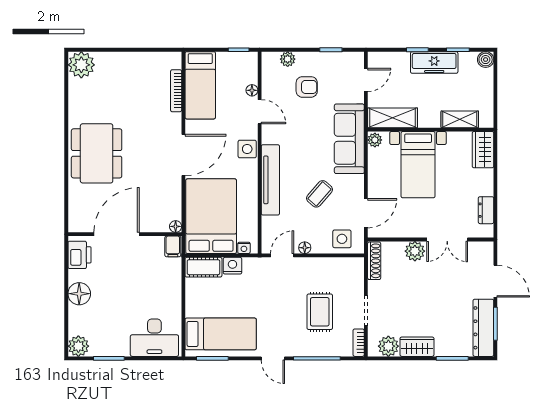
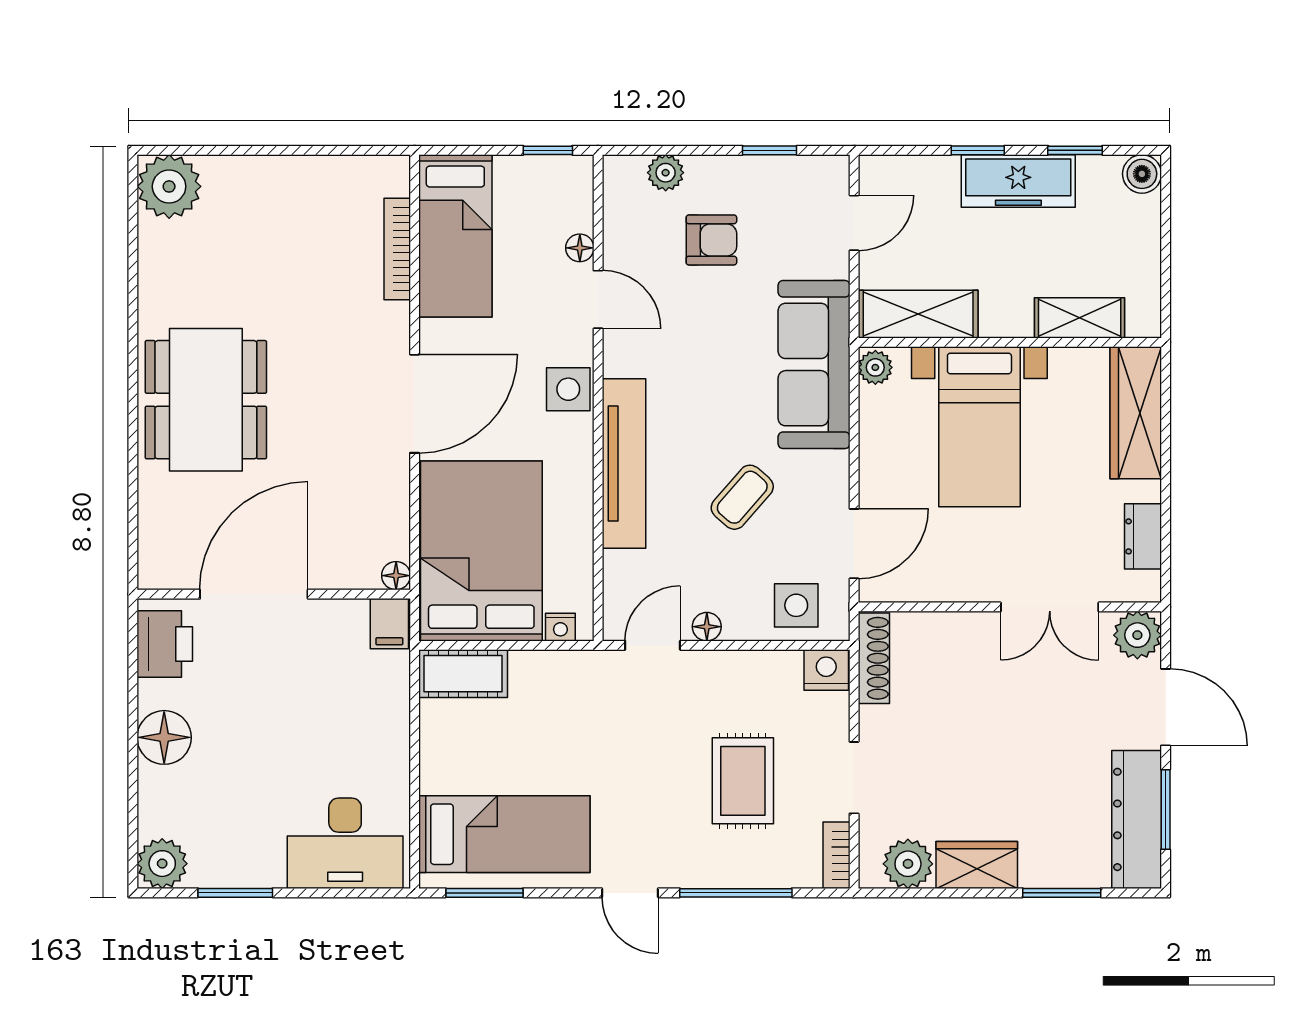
wardrobe: (483, 150) -> (1136, 413), width x1.50
plant: (415, 251) -> (1137, 635), moved
nightstand: (232, 266) -> (826, 670), moved

